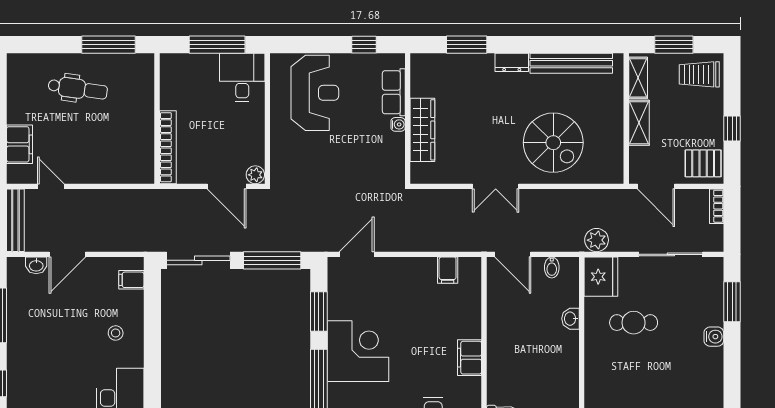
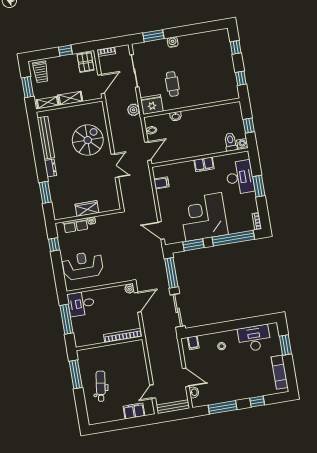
wardrobe: (422, 130) -> (87, 209), width x0.67
corner desk: (358, 351) -> (204, 217), width x1.36, depth x1.36

